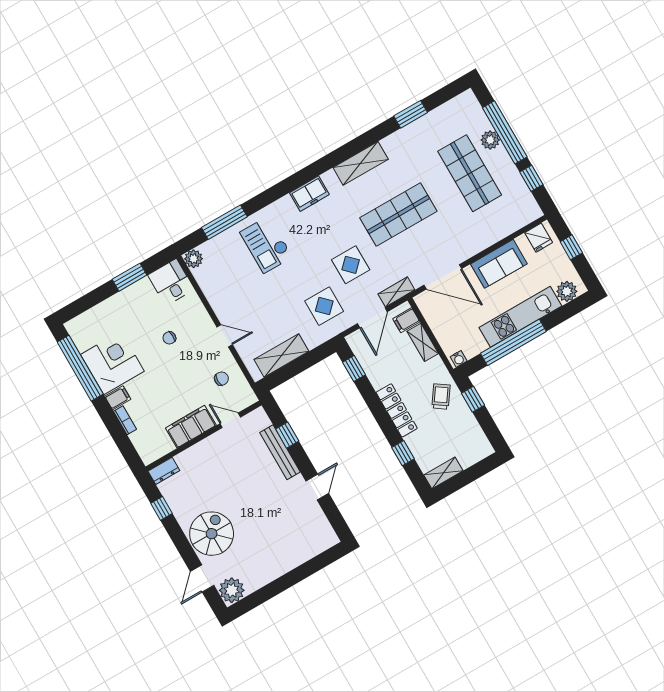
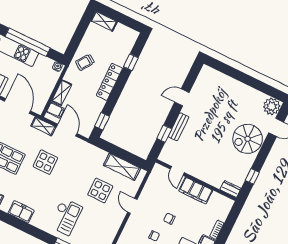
display table: (324, 306) -> (100, 190), moved
door: (372, 318) -> (67, 130), hinge flipped
chair: (221, 379) -> (169, 219), moved
window: (473, 399) -> (74, 43), removed
bench: (280, 452) -> (179, 127), width x0.73
shelving: (443, 473) -> (104, 21), moved

